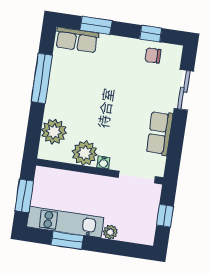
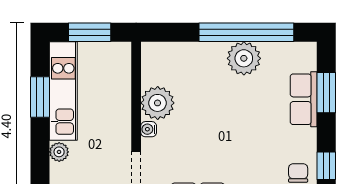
row of seats: (77, 40) -> (304, 99), moved
window: (42, 78) -> (246, 32), width x1.46
plant: (54, 132) -> (244, 58), moved

